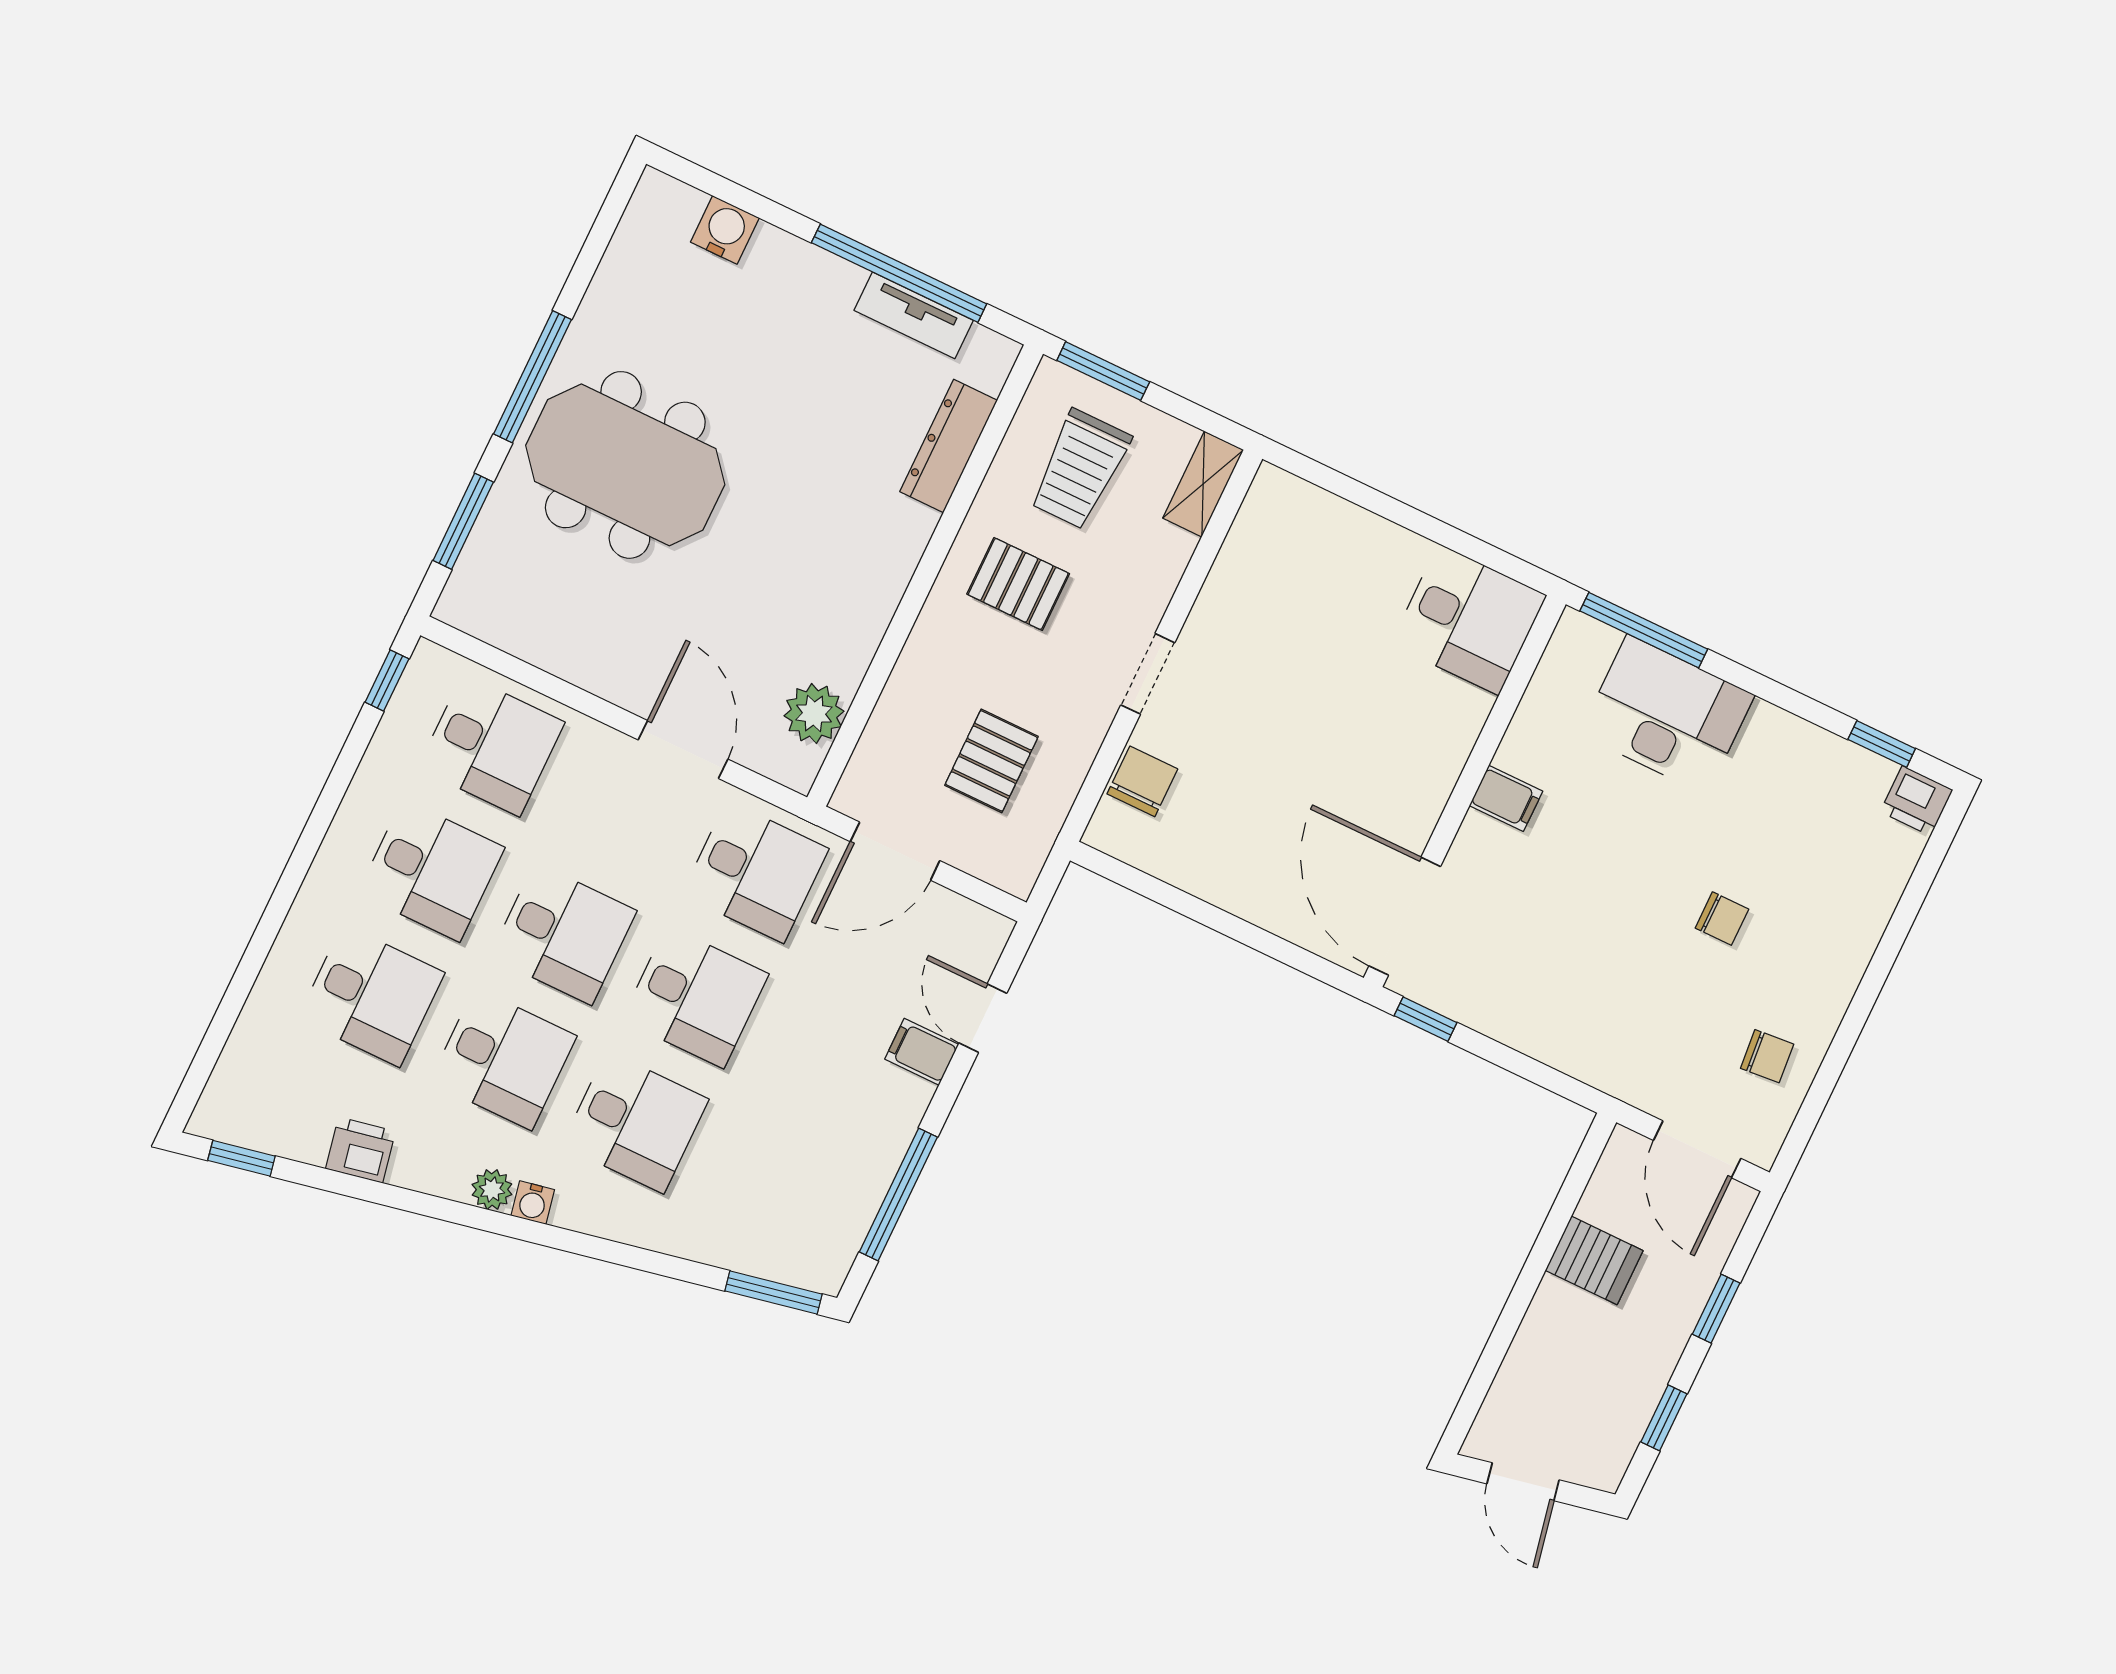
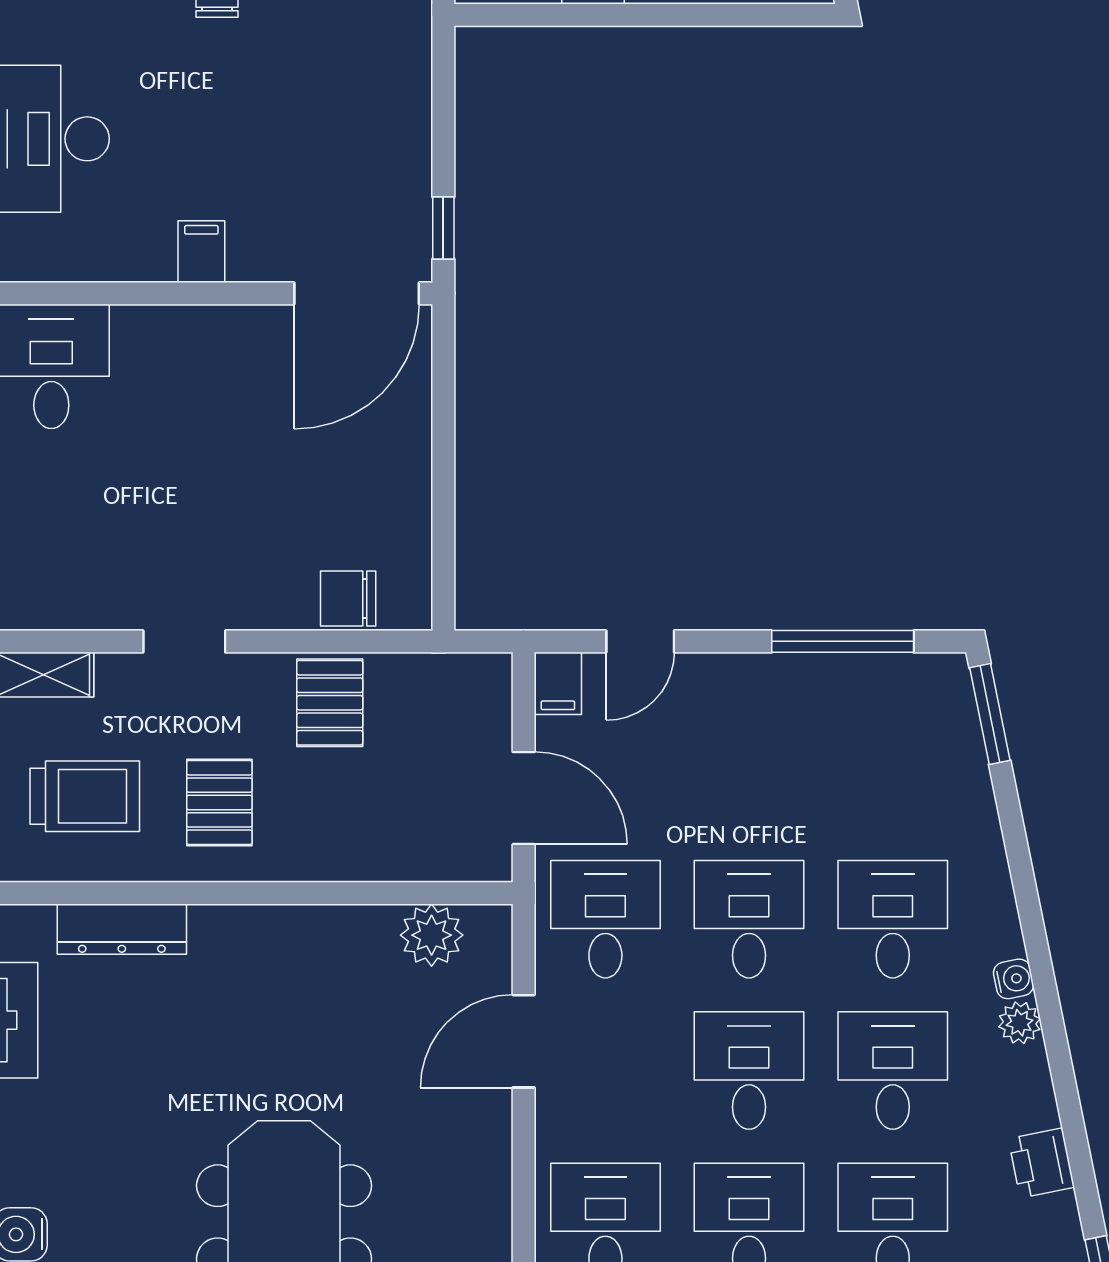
doorway: (1148, 674) -> (184, 641), moved
pallet: (991, 761) -> (330, 703), moved, turned 90
filing cabinet: (922, 1052) -> (558, 683), moved

